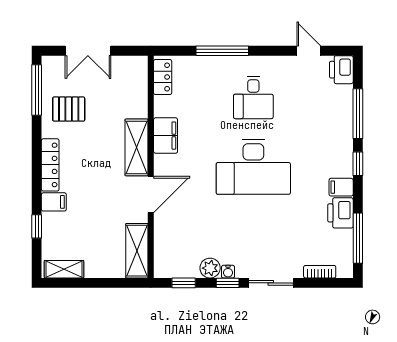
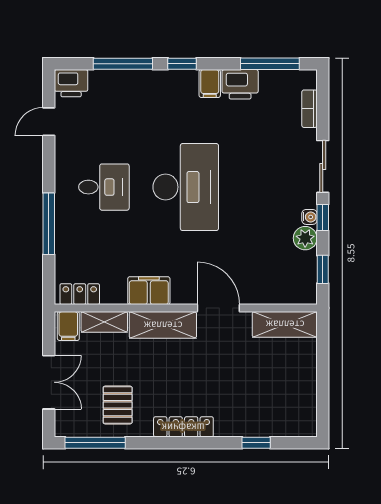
filing cabinet: (54, 202) -> (68, 326), moved, turned 180
shelving: (64, 269) -> (104, 322), moved, turned 90

